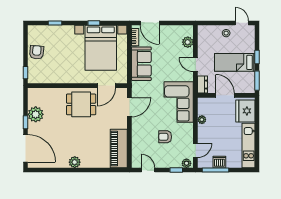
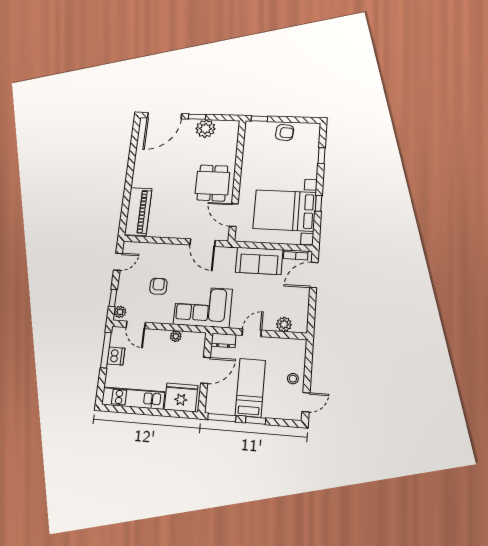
piano: (119, 148) -> (138, 212), moved, turned 90
plant: (75, 162) -> (140, 172), removed

